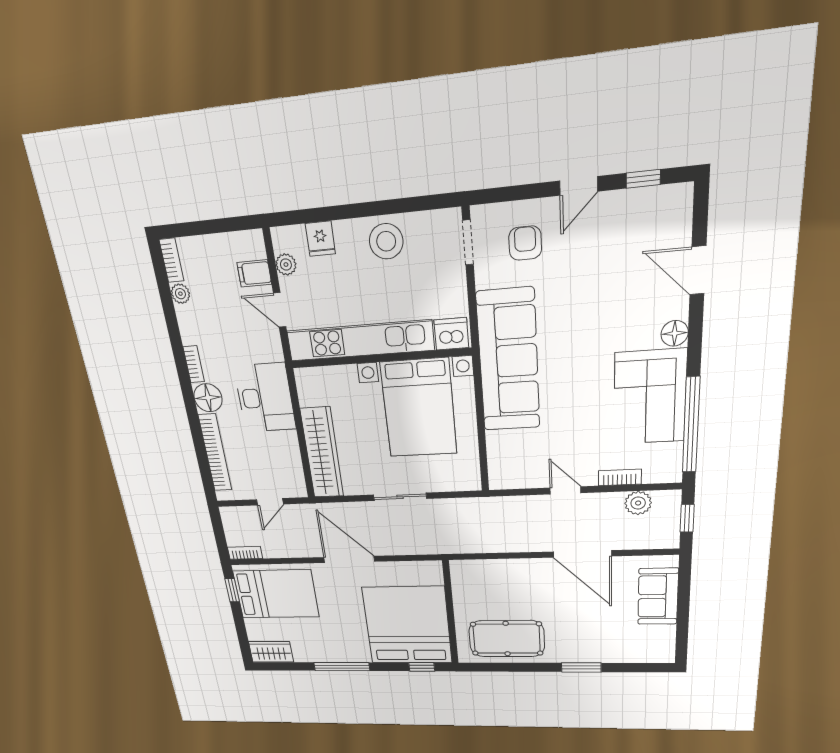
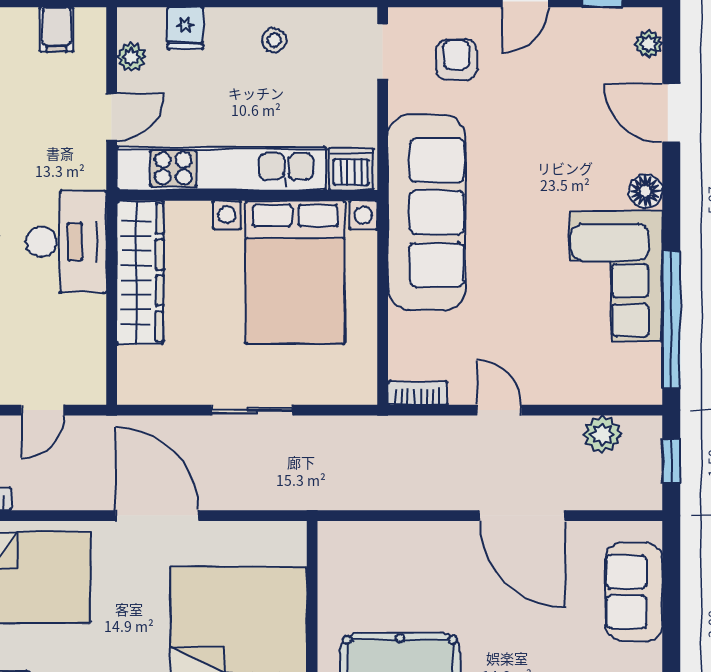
plant: (681, 214) -> (649, 44), added
stool: (386, 241) -> (274, 40), width x0.53, depth x0.53
filing cabinet: (254, 273) -> (57, 29), moved, turned -90
door: (280, 310) -> (112, 117), swing flipped
wardrobe: (322, 453) -> (140, 273), moved
bookcase: (620, 477) -> (418, 393), moved

